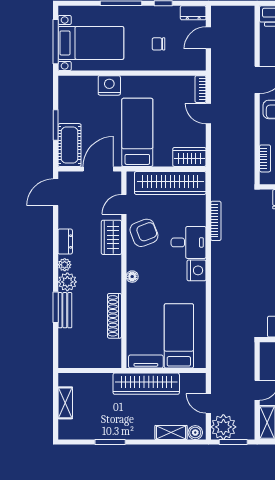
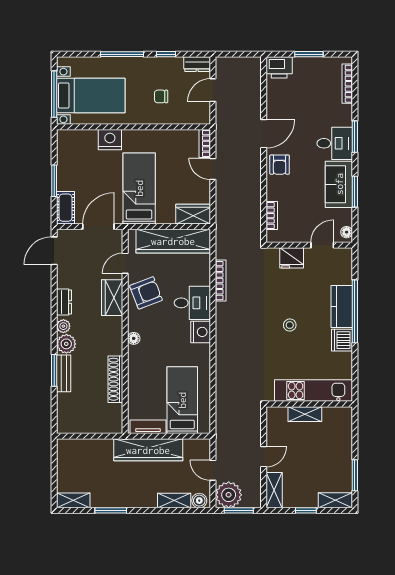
cot: (70, 145) -> (65, 208), width x0.73, depth x0.75
shelving: (65, 403) -> (73, 500), moved, turned 90

